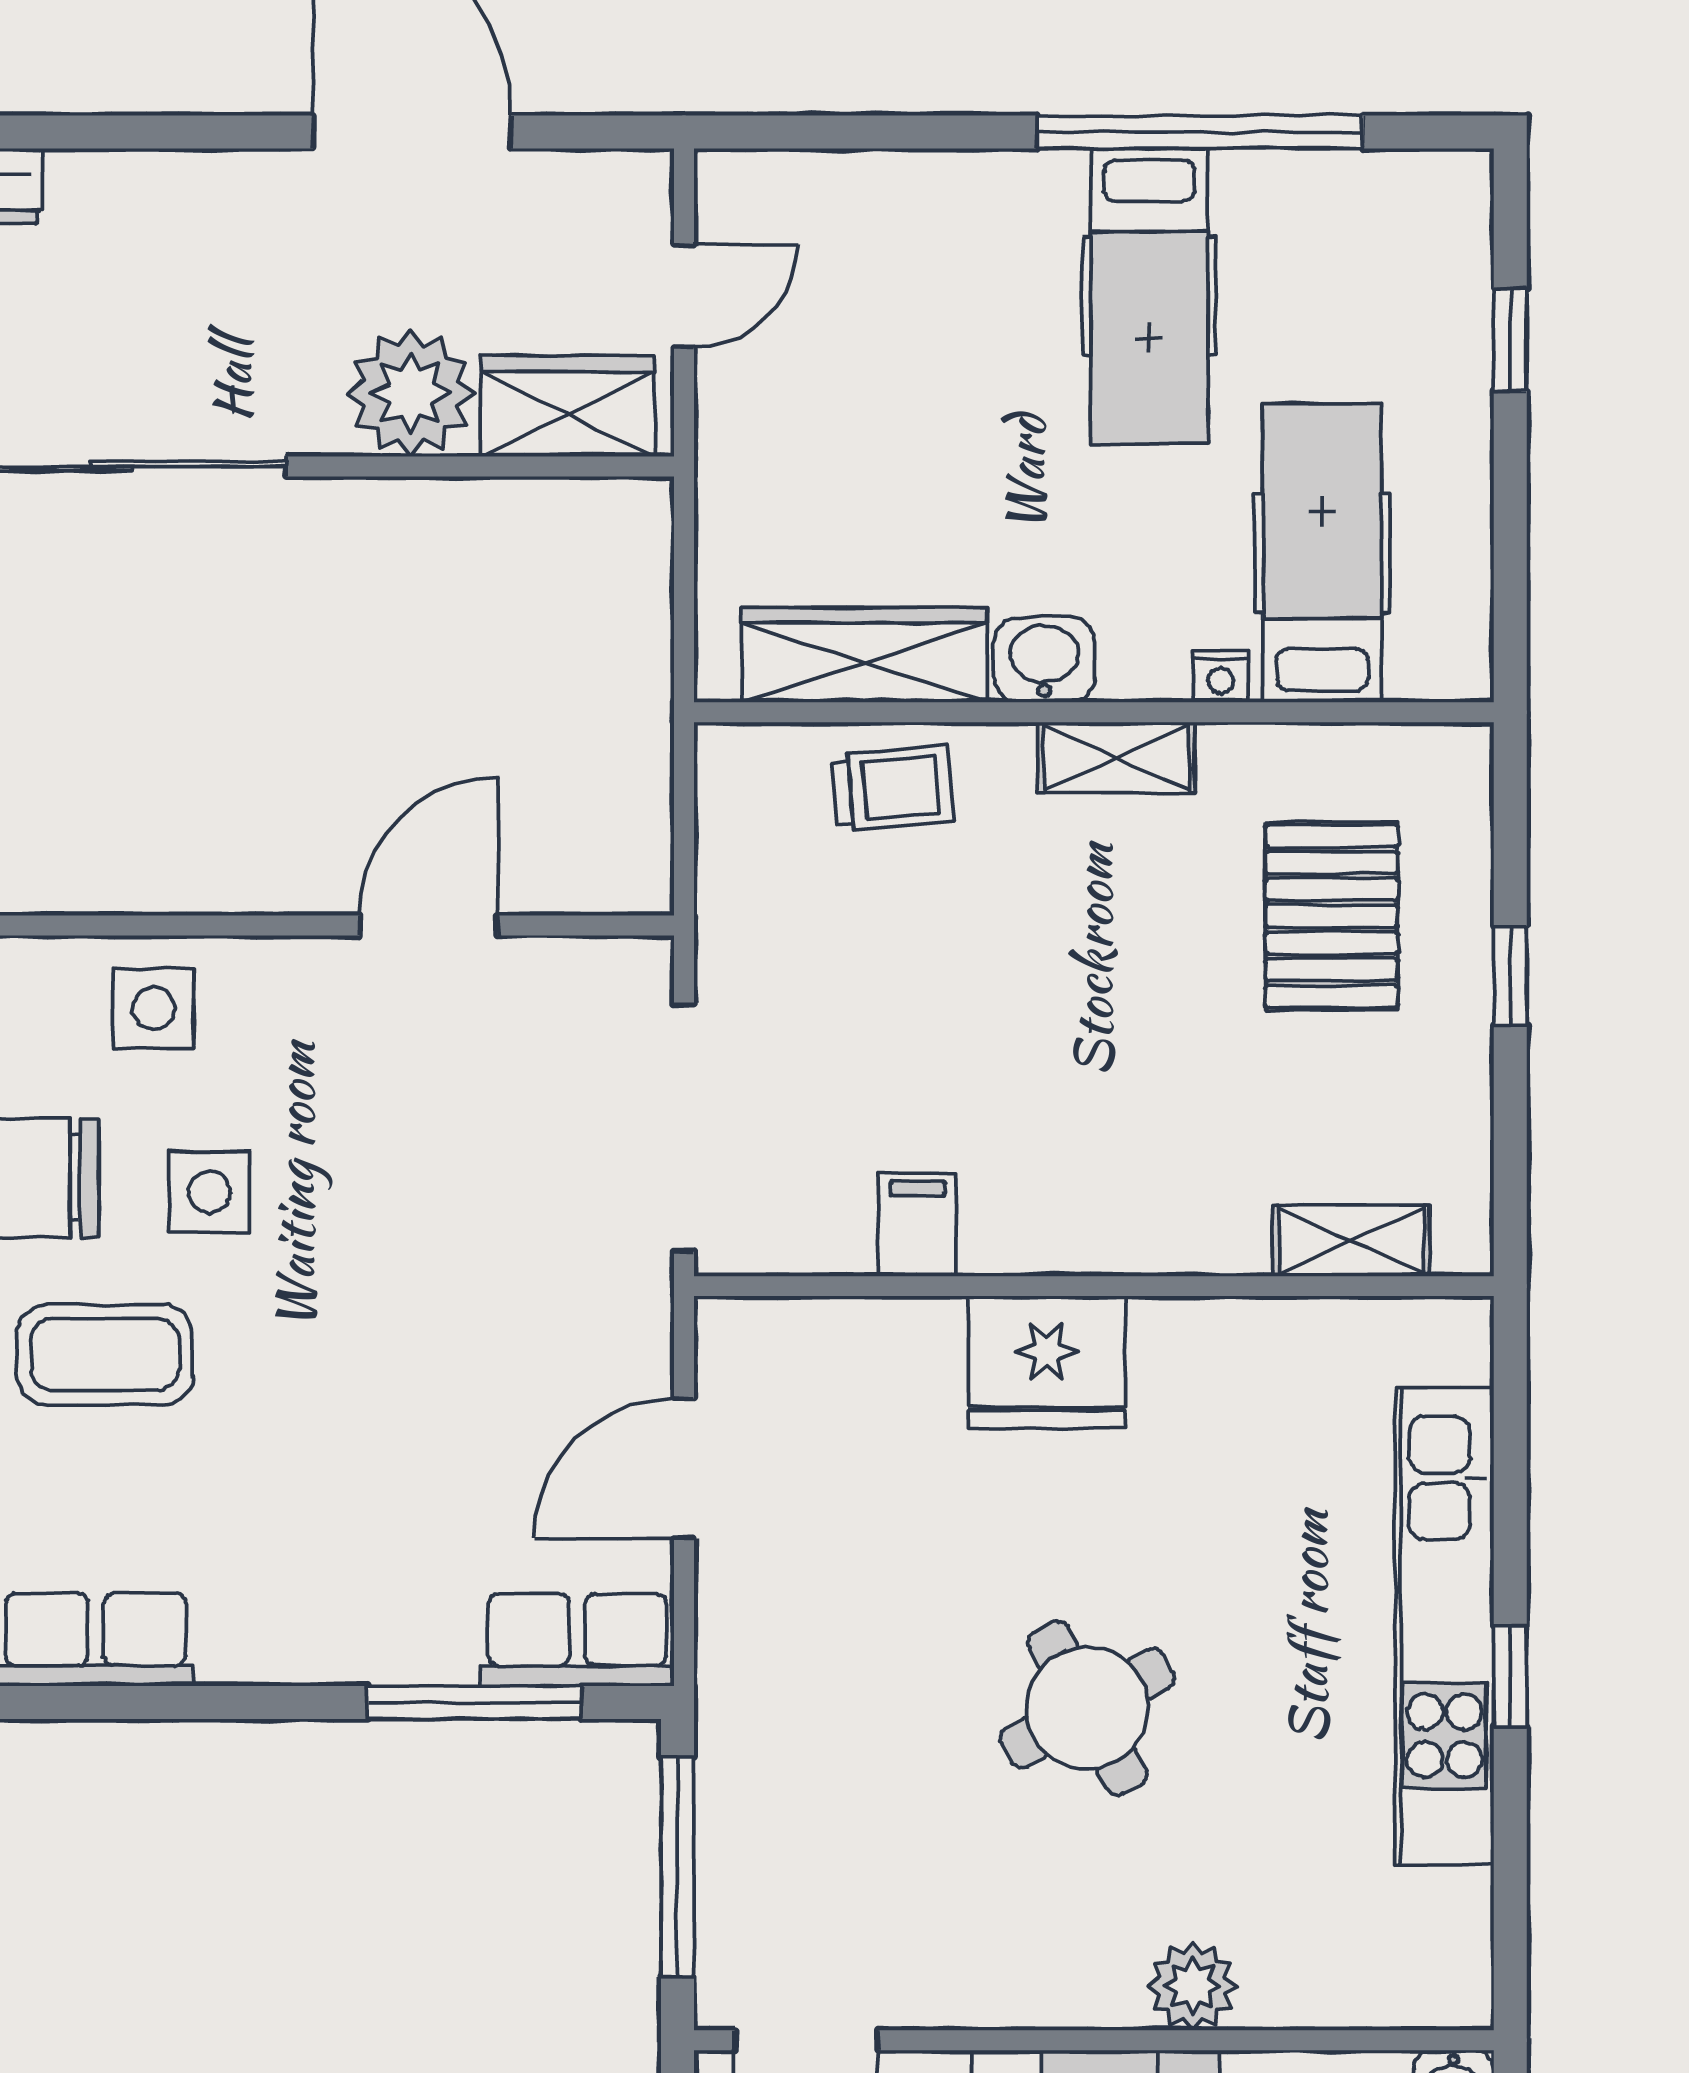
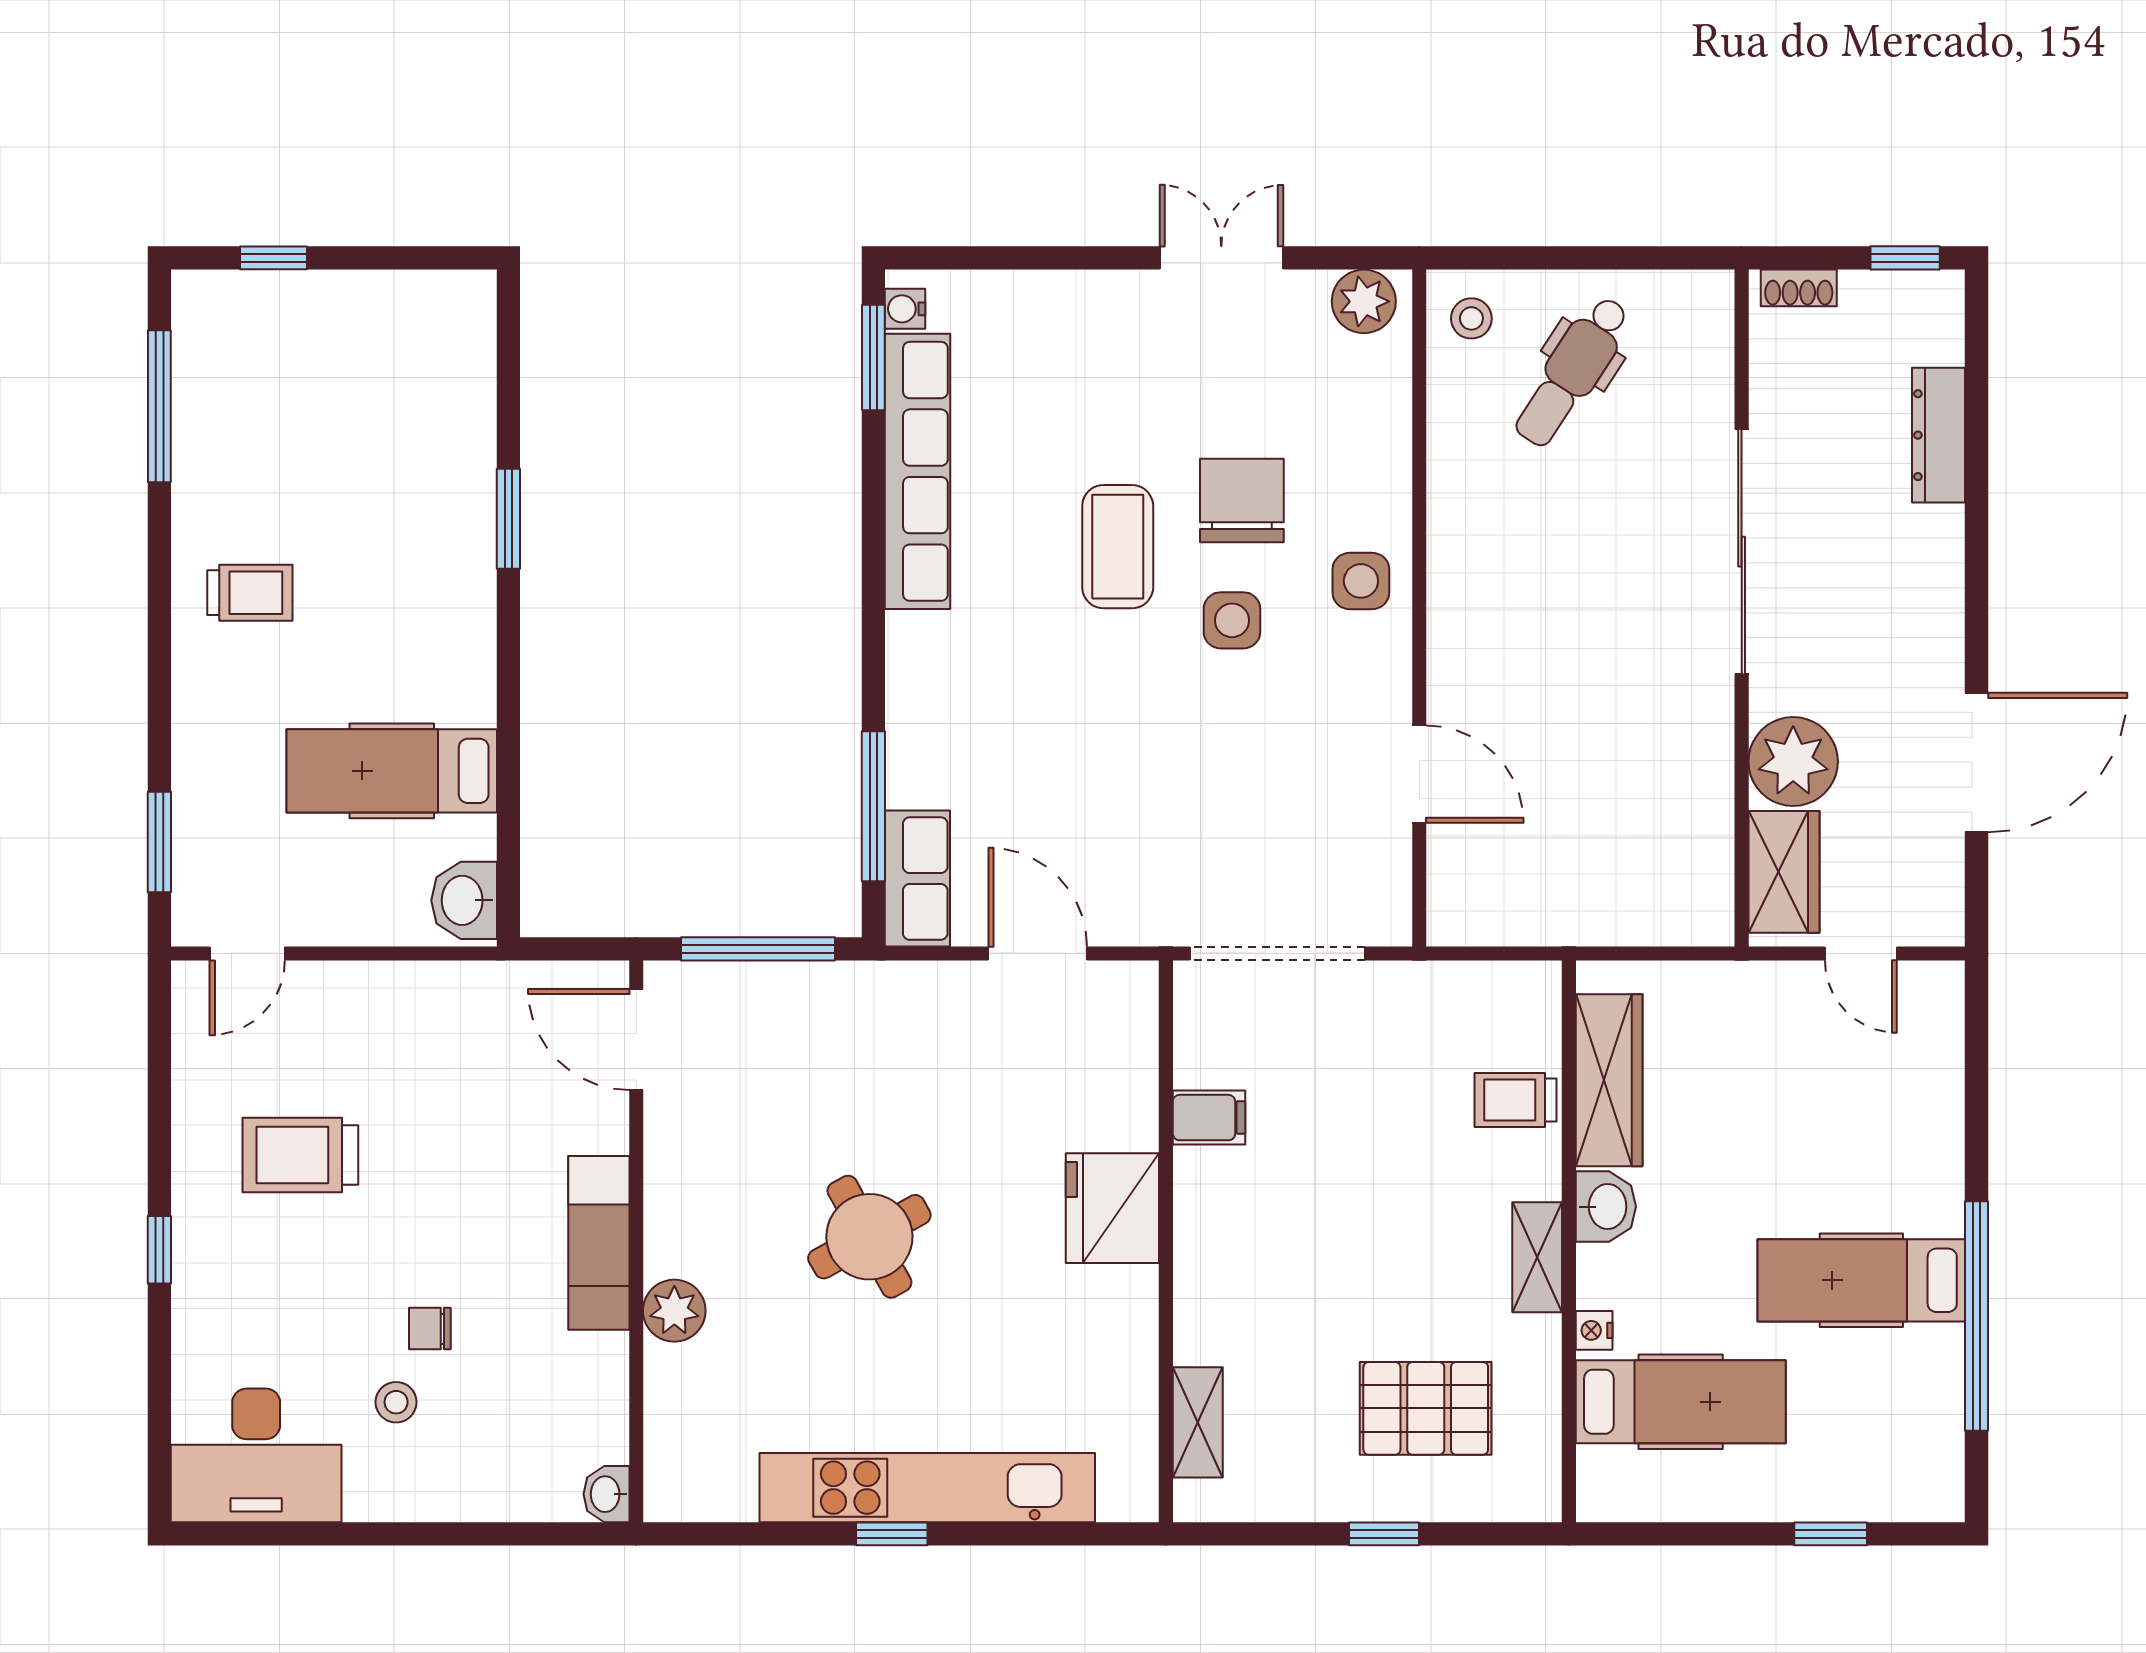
trolley: (893, 788) -> (1515, 1100), turned 95

